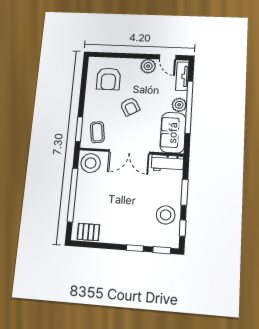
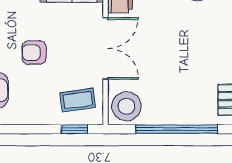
armchair: (130, 107) -> (34, 53), turned -150
window: (79, 129) -> (74, 129), width x0.67

